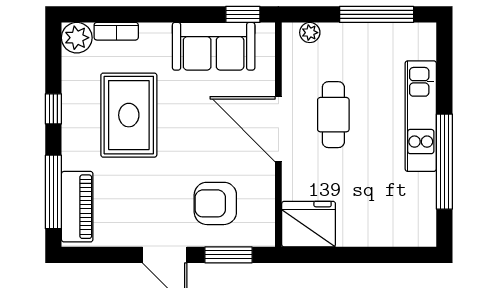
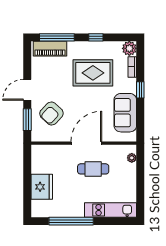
window: (243, 14) -> (140, 90), moved
window: (377, 14) -> (140, 189), removed
kitchen unit: (421, 116) -> (111, 210), moved
armchair: (215, 203) -> (51, 114), turned -137
fridge: (309, 224) -> (42, 187), moved

